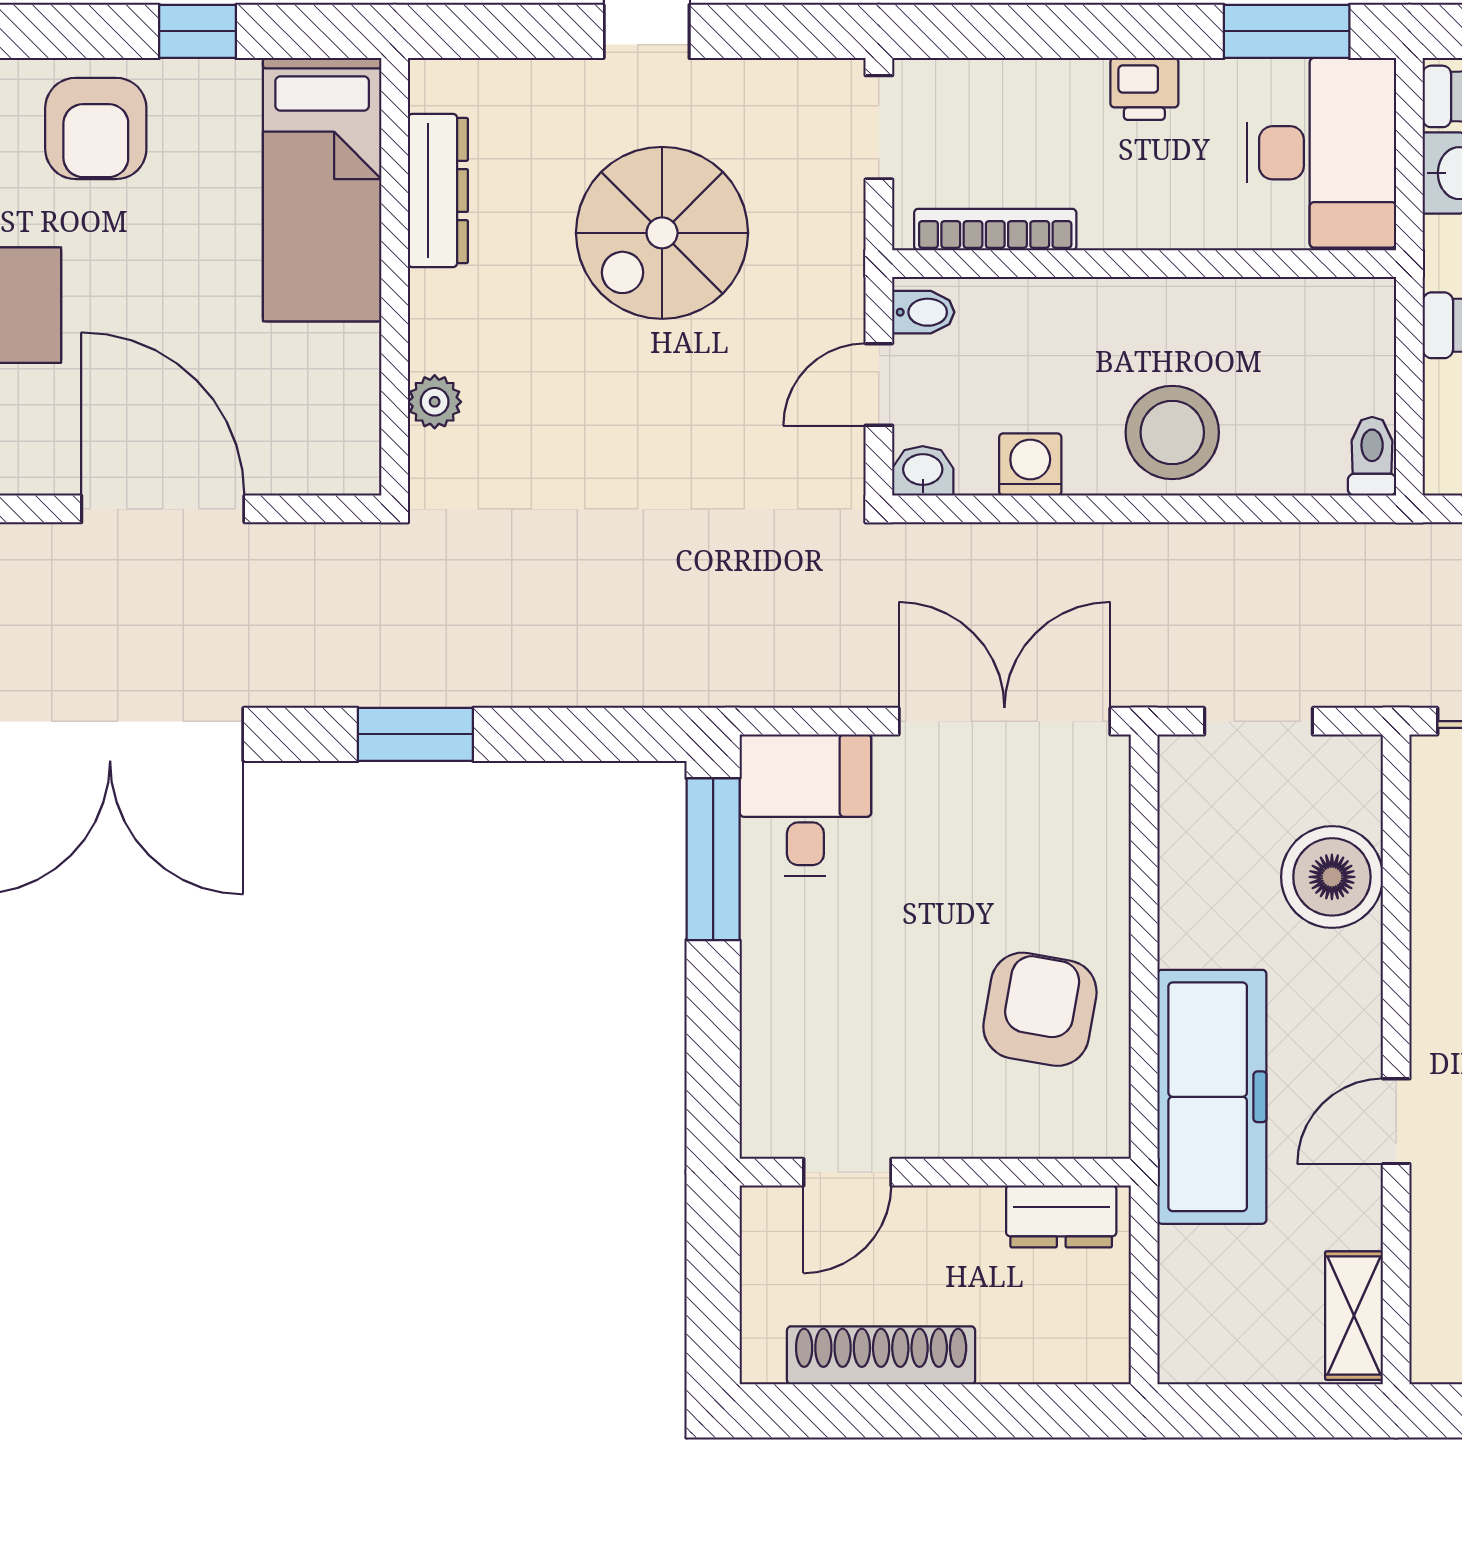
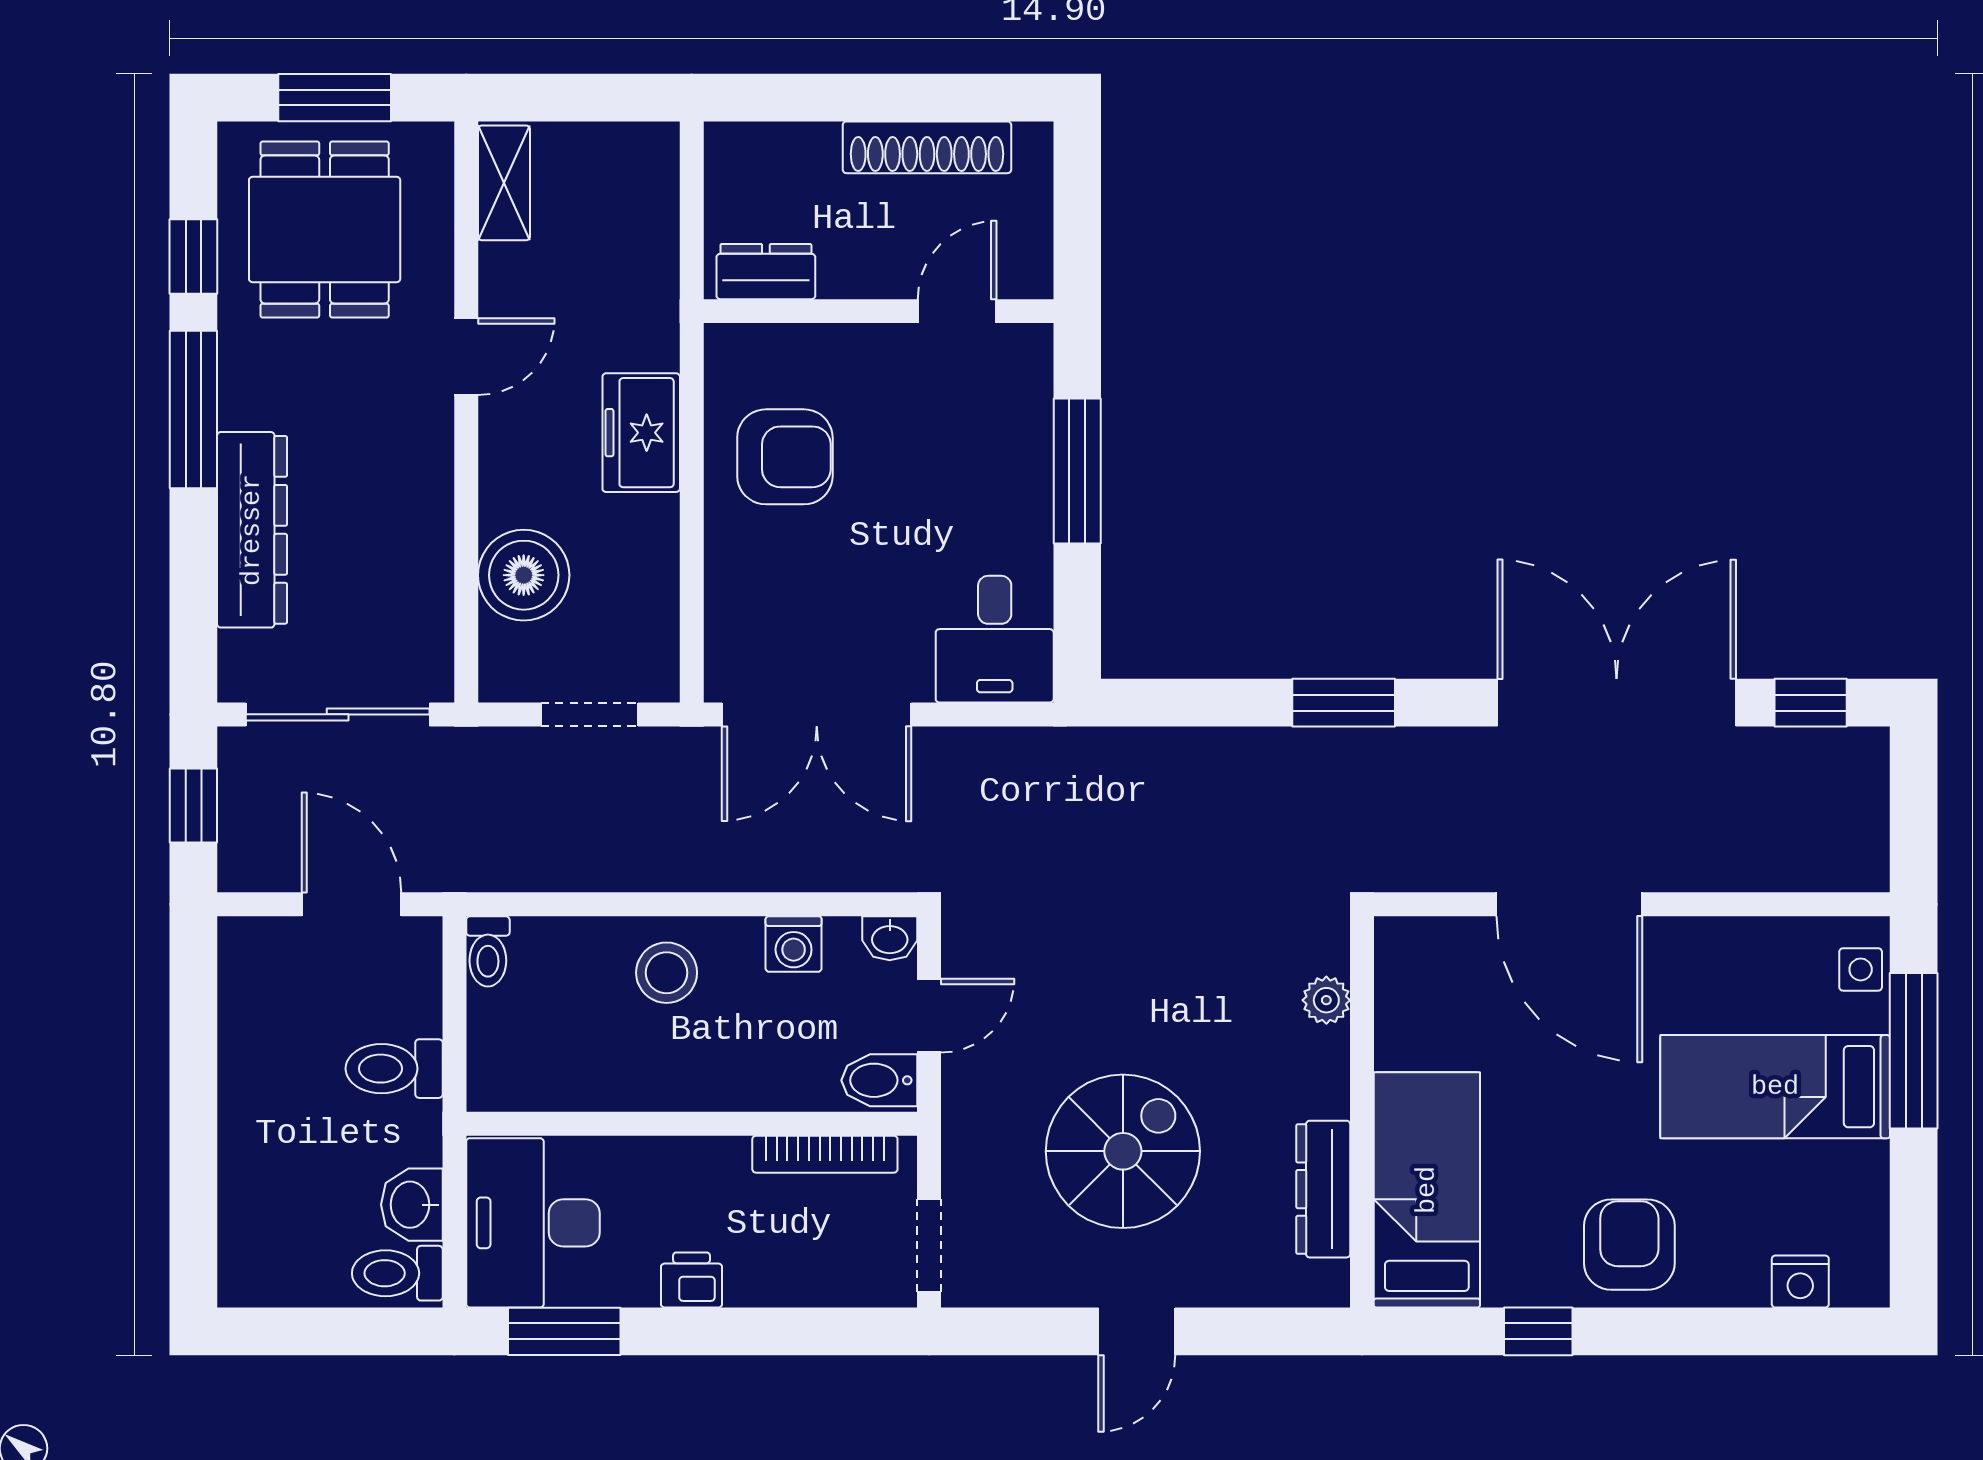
bidet: (923, 312) -> (879, 1080), width x1.38, depth x1.36
stool: (1172, 432) -> (667, 973), width x0.73, depth x0.73
window: (713, 859) -> (1077, 471), moved
armchair: (1040, 1009) -> (785, 457), turned -100
freezer: (1212, 1097) -> (641, 433), width x0.52, depth x0.79

